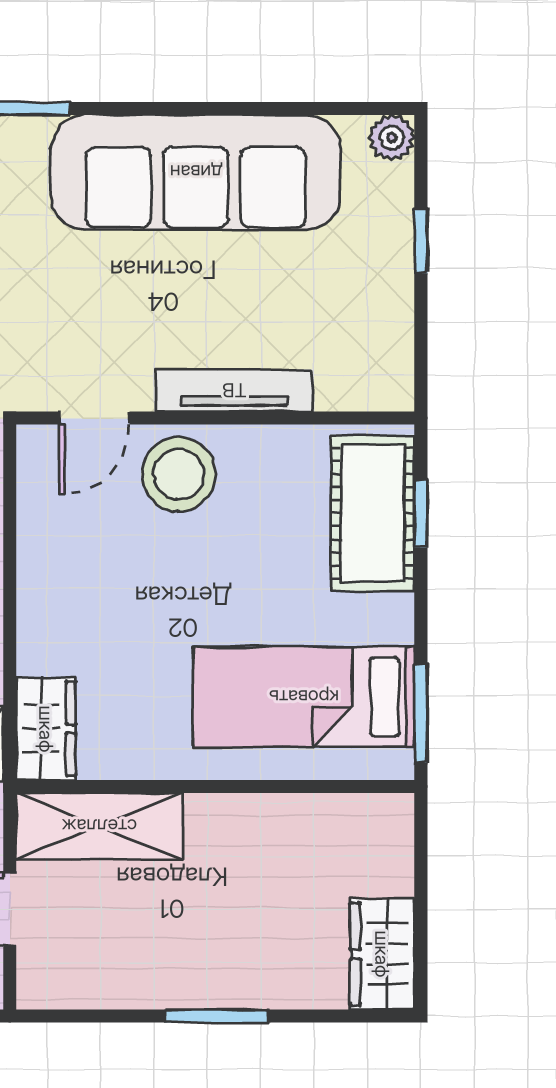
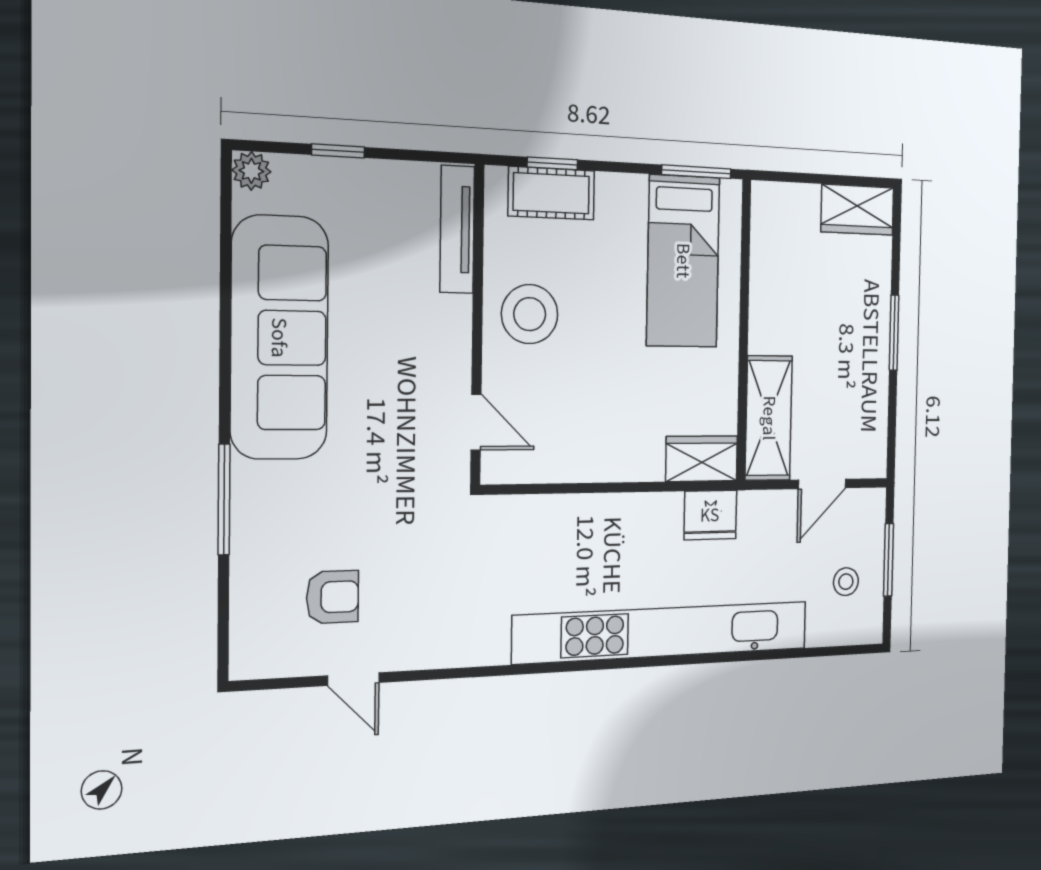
tv unit: (234, 390) -> (457, 229), moved
stool: (179, 474) -> (530, 314), moved
cot: (373, 513) -> (551, 193), width x0.73, depth x0.75

